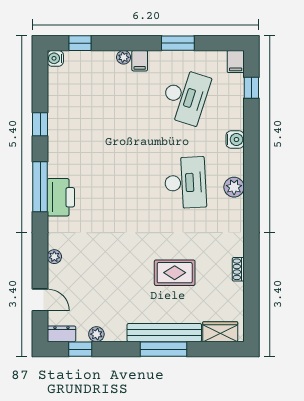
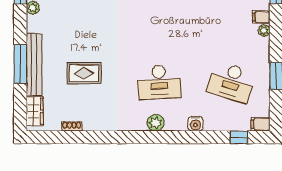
filing cabinet: (140, 61) -> (261, 17), moved
shoe rack: (238, 269) -> (72, 126), moved
rug: (175, 273) -> (84, 73), turned 90

